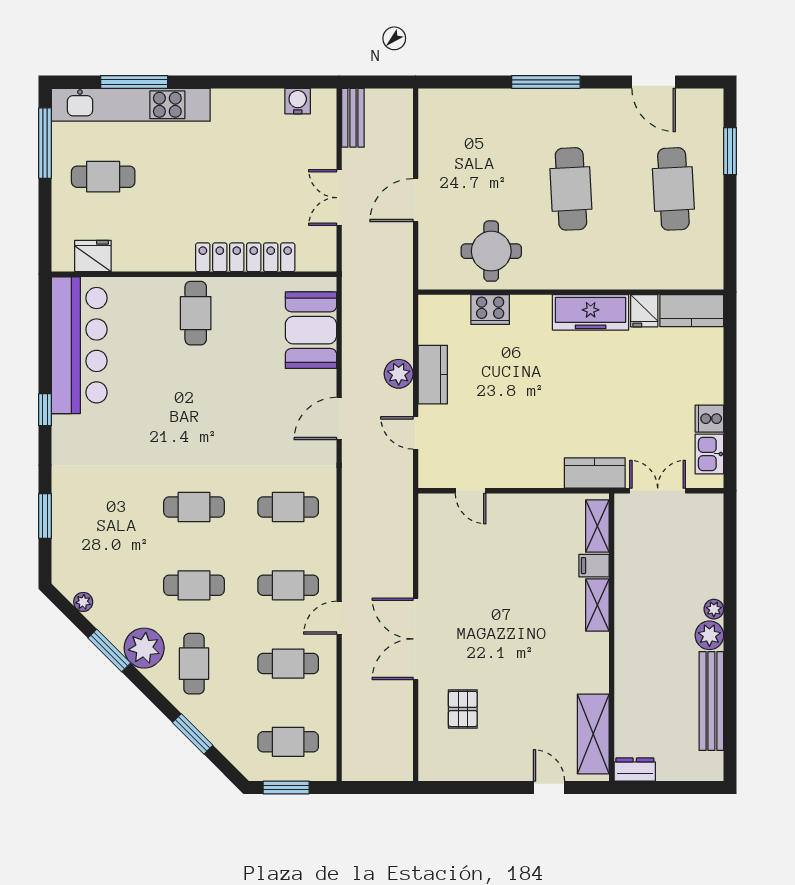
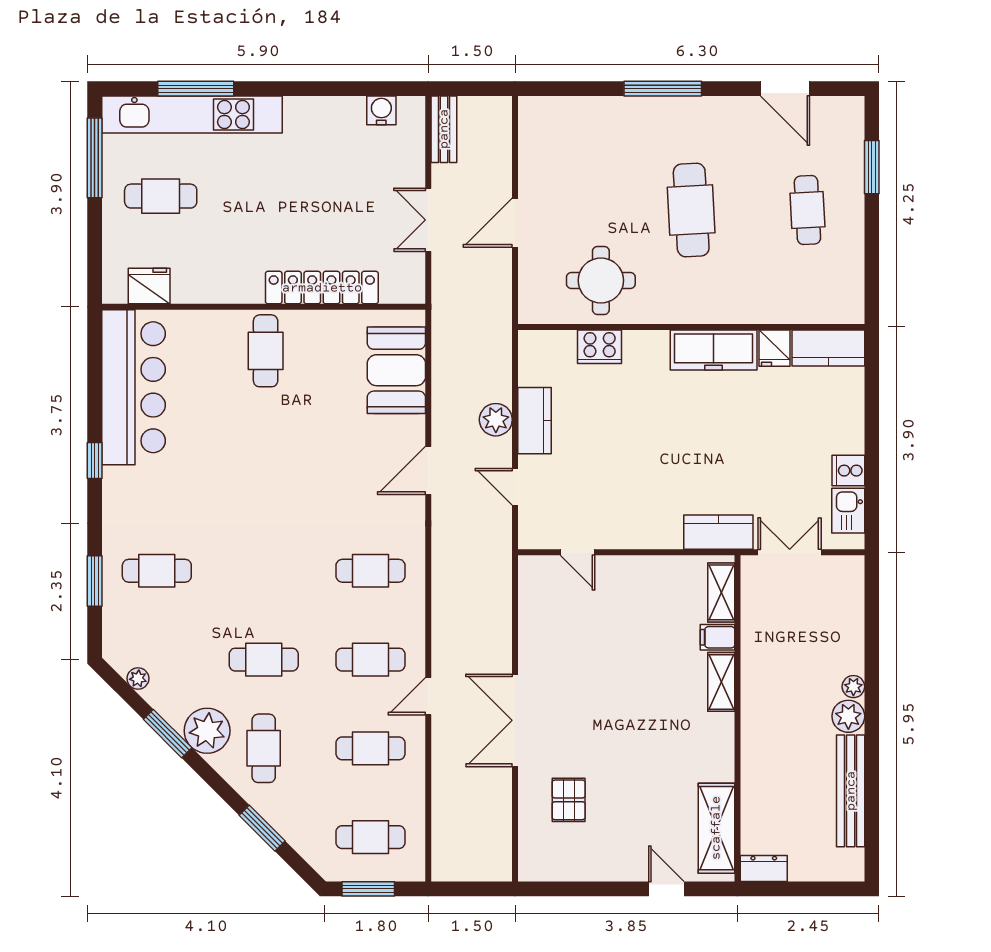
cafe table: (673, 189) -> (807, 210), width x0.73, depth x0.74
cafe table: (194, 507) -> (157, 571), moved

